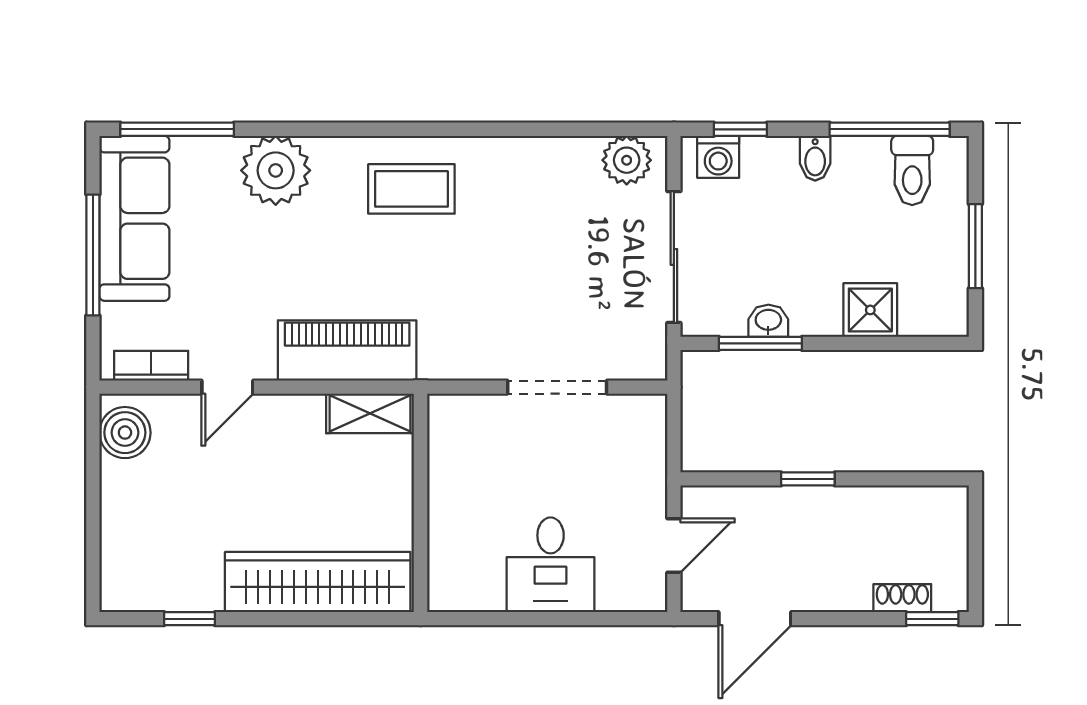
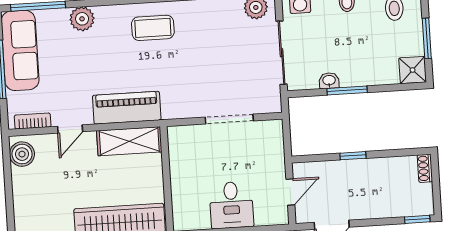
plant: (276, 170) -> (82, 19), width x0.73, depth x0.73
shower: (870, 310) -> (413, 70), moved
window: (760, 343) -> (347, 90), moved
shelving: (370, 413) -> (129, 141), width x1.50, depth x1.33
shoe rack: (902, 598) -> (425, 168), moved, turned -90

